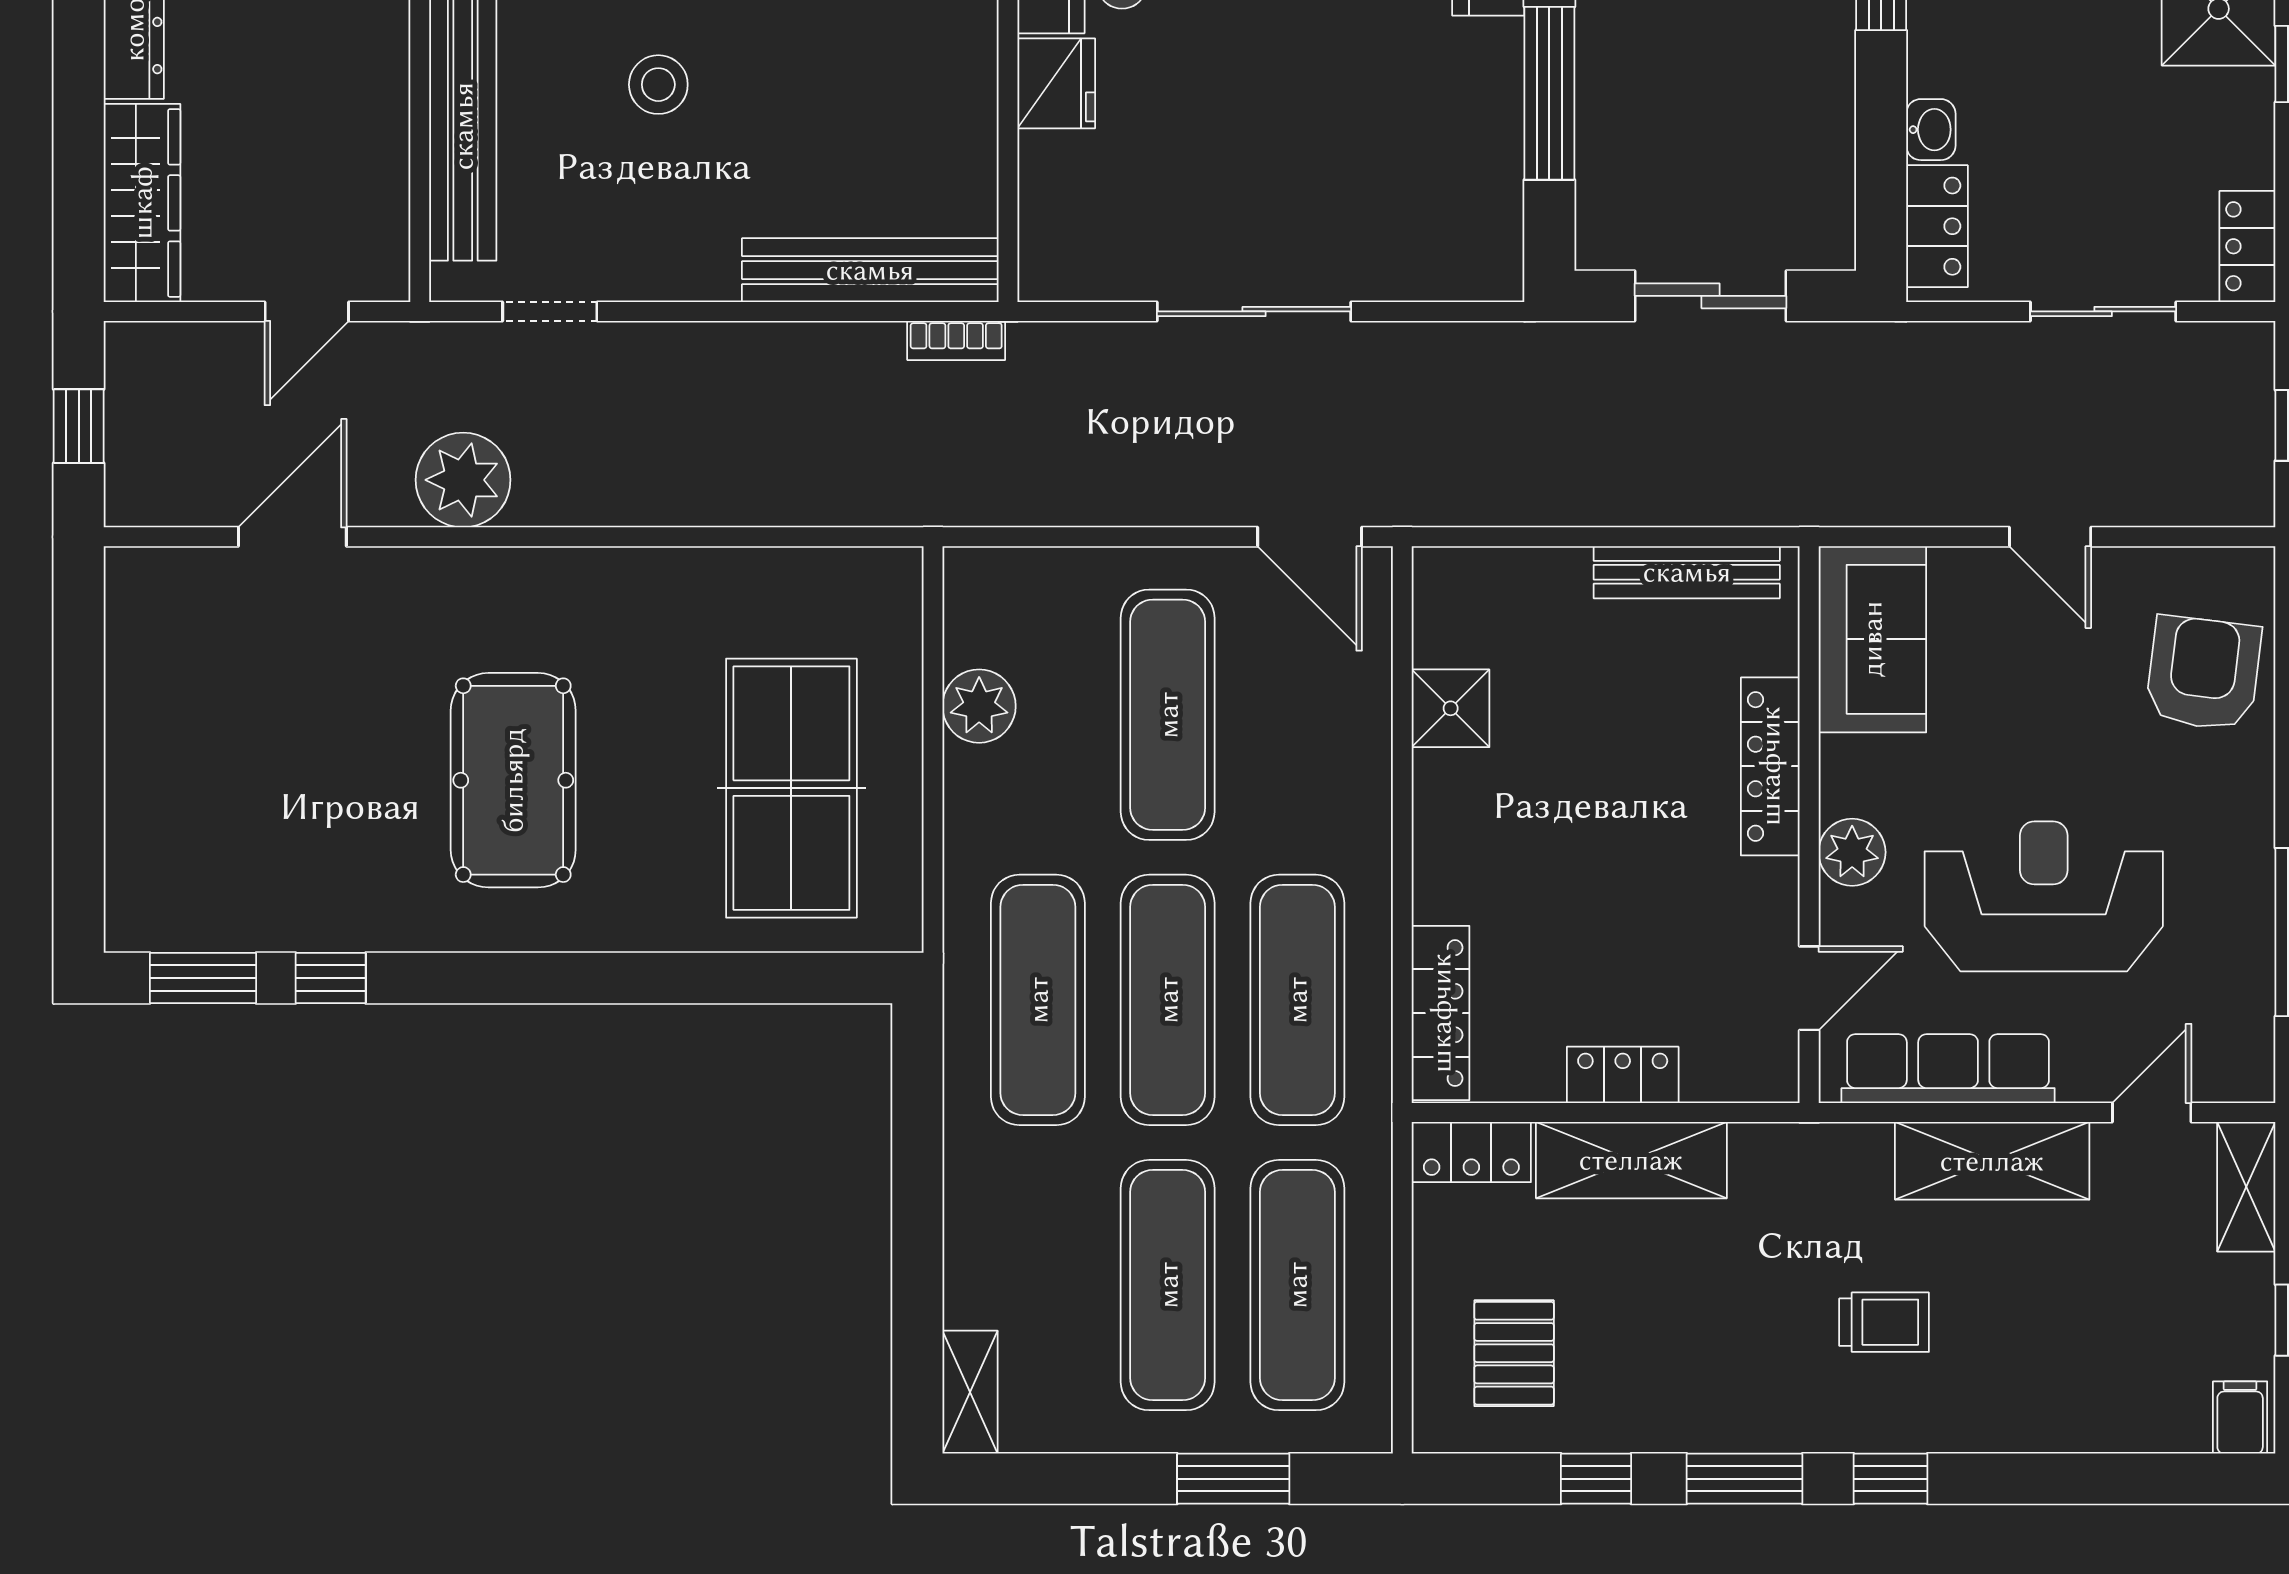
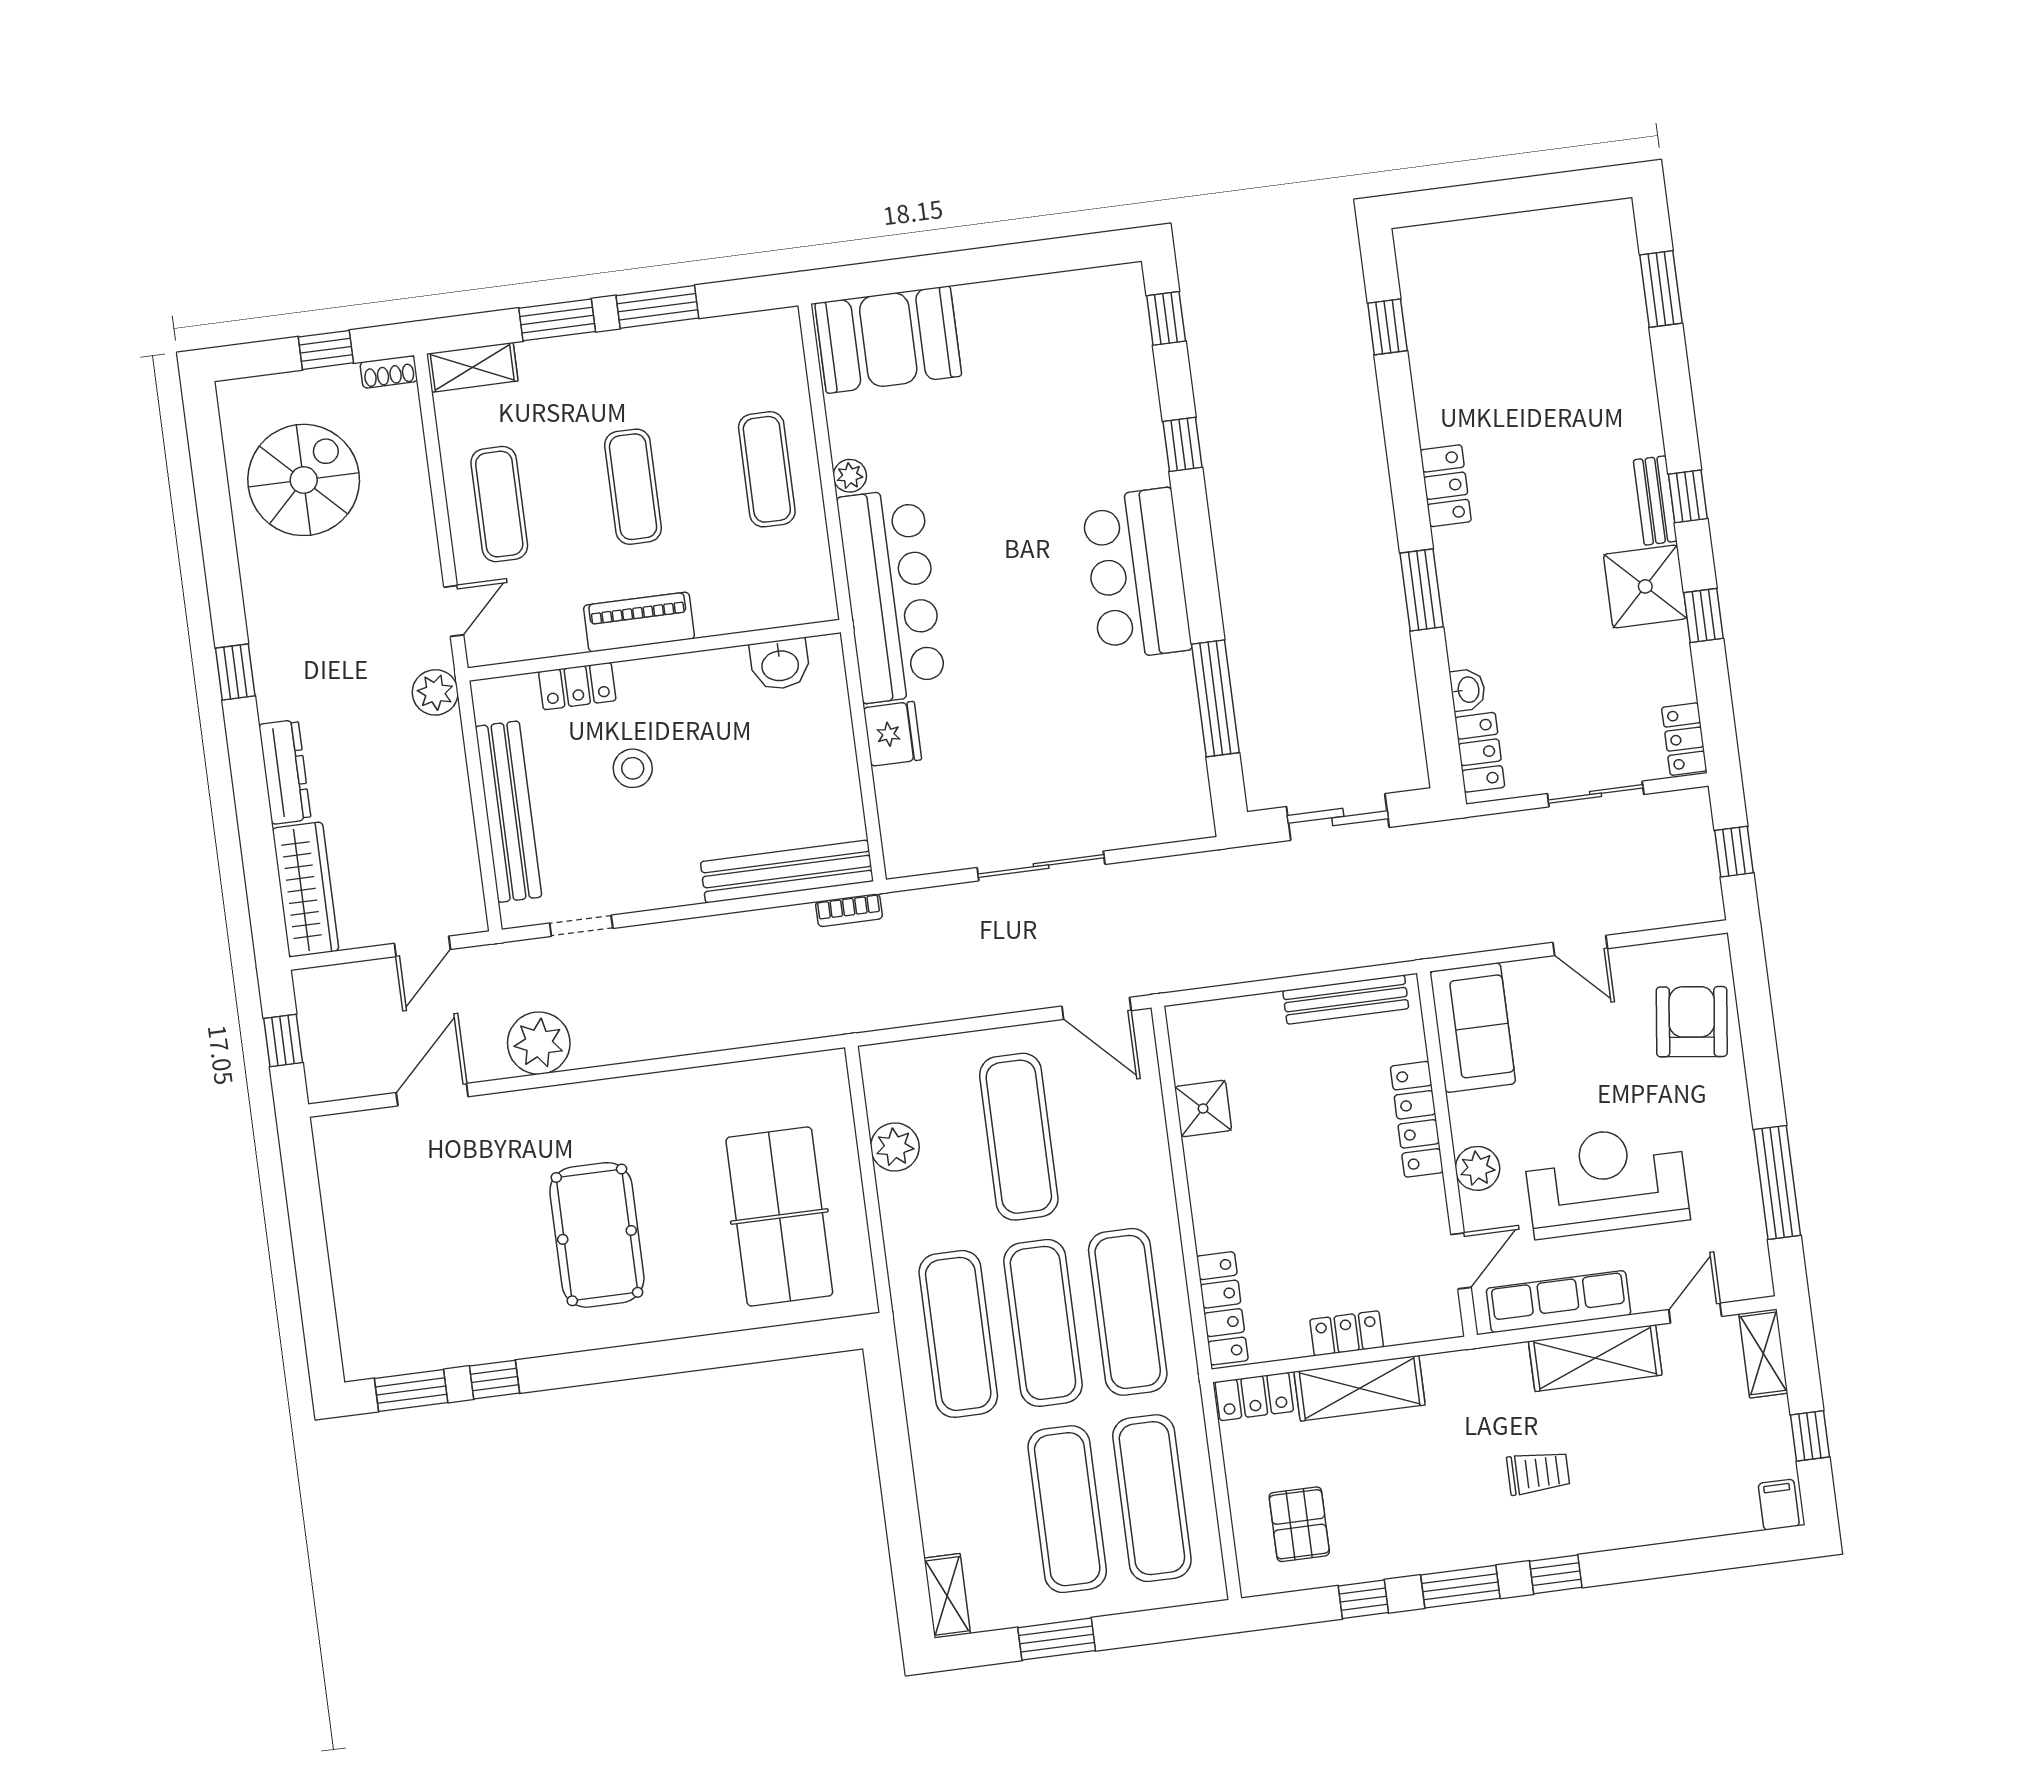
window: (1233, 1479) -> (1057, 1639), moved

